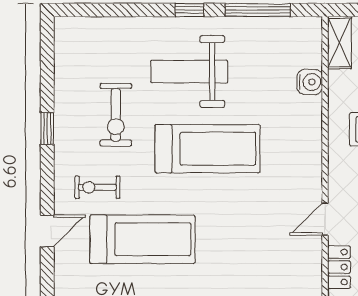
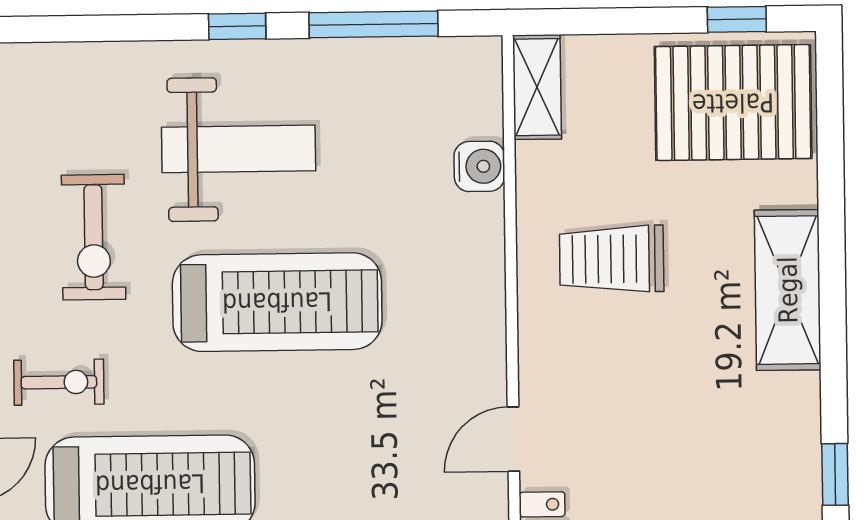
weight bench: (189, 72) -> (239, 149), turned 180
exercise bike: (97, 187) -> (59, 382), turned 180

